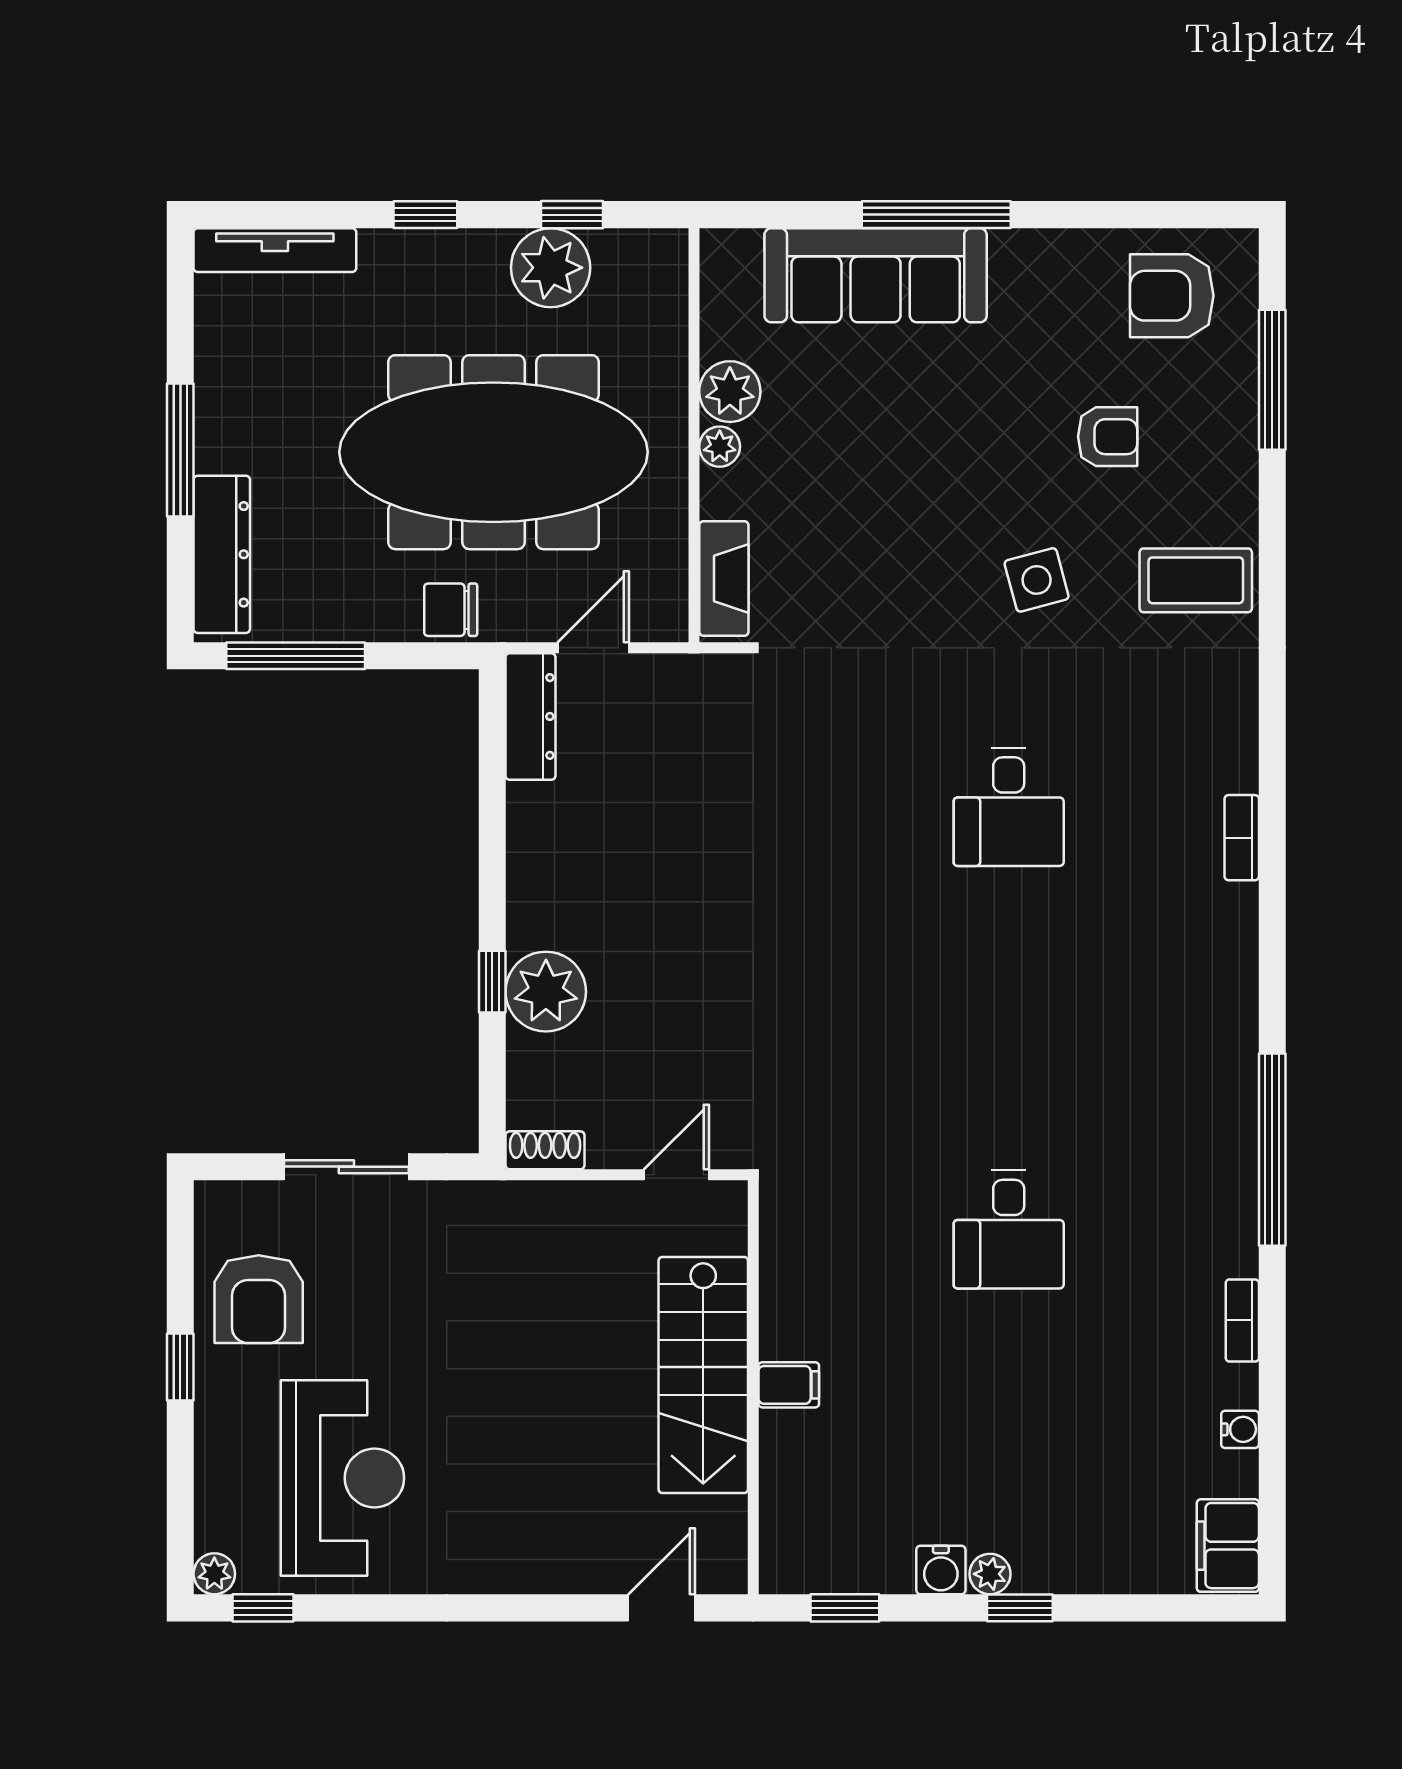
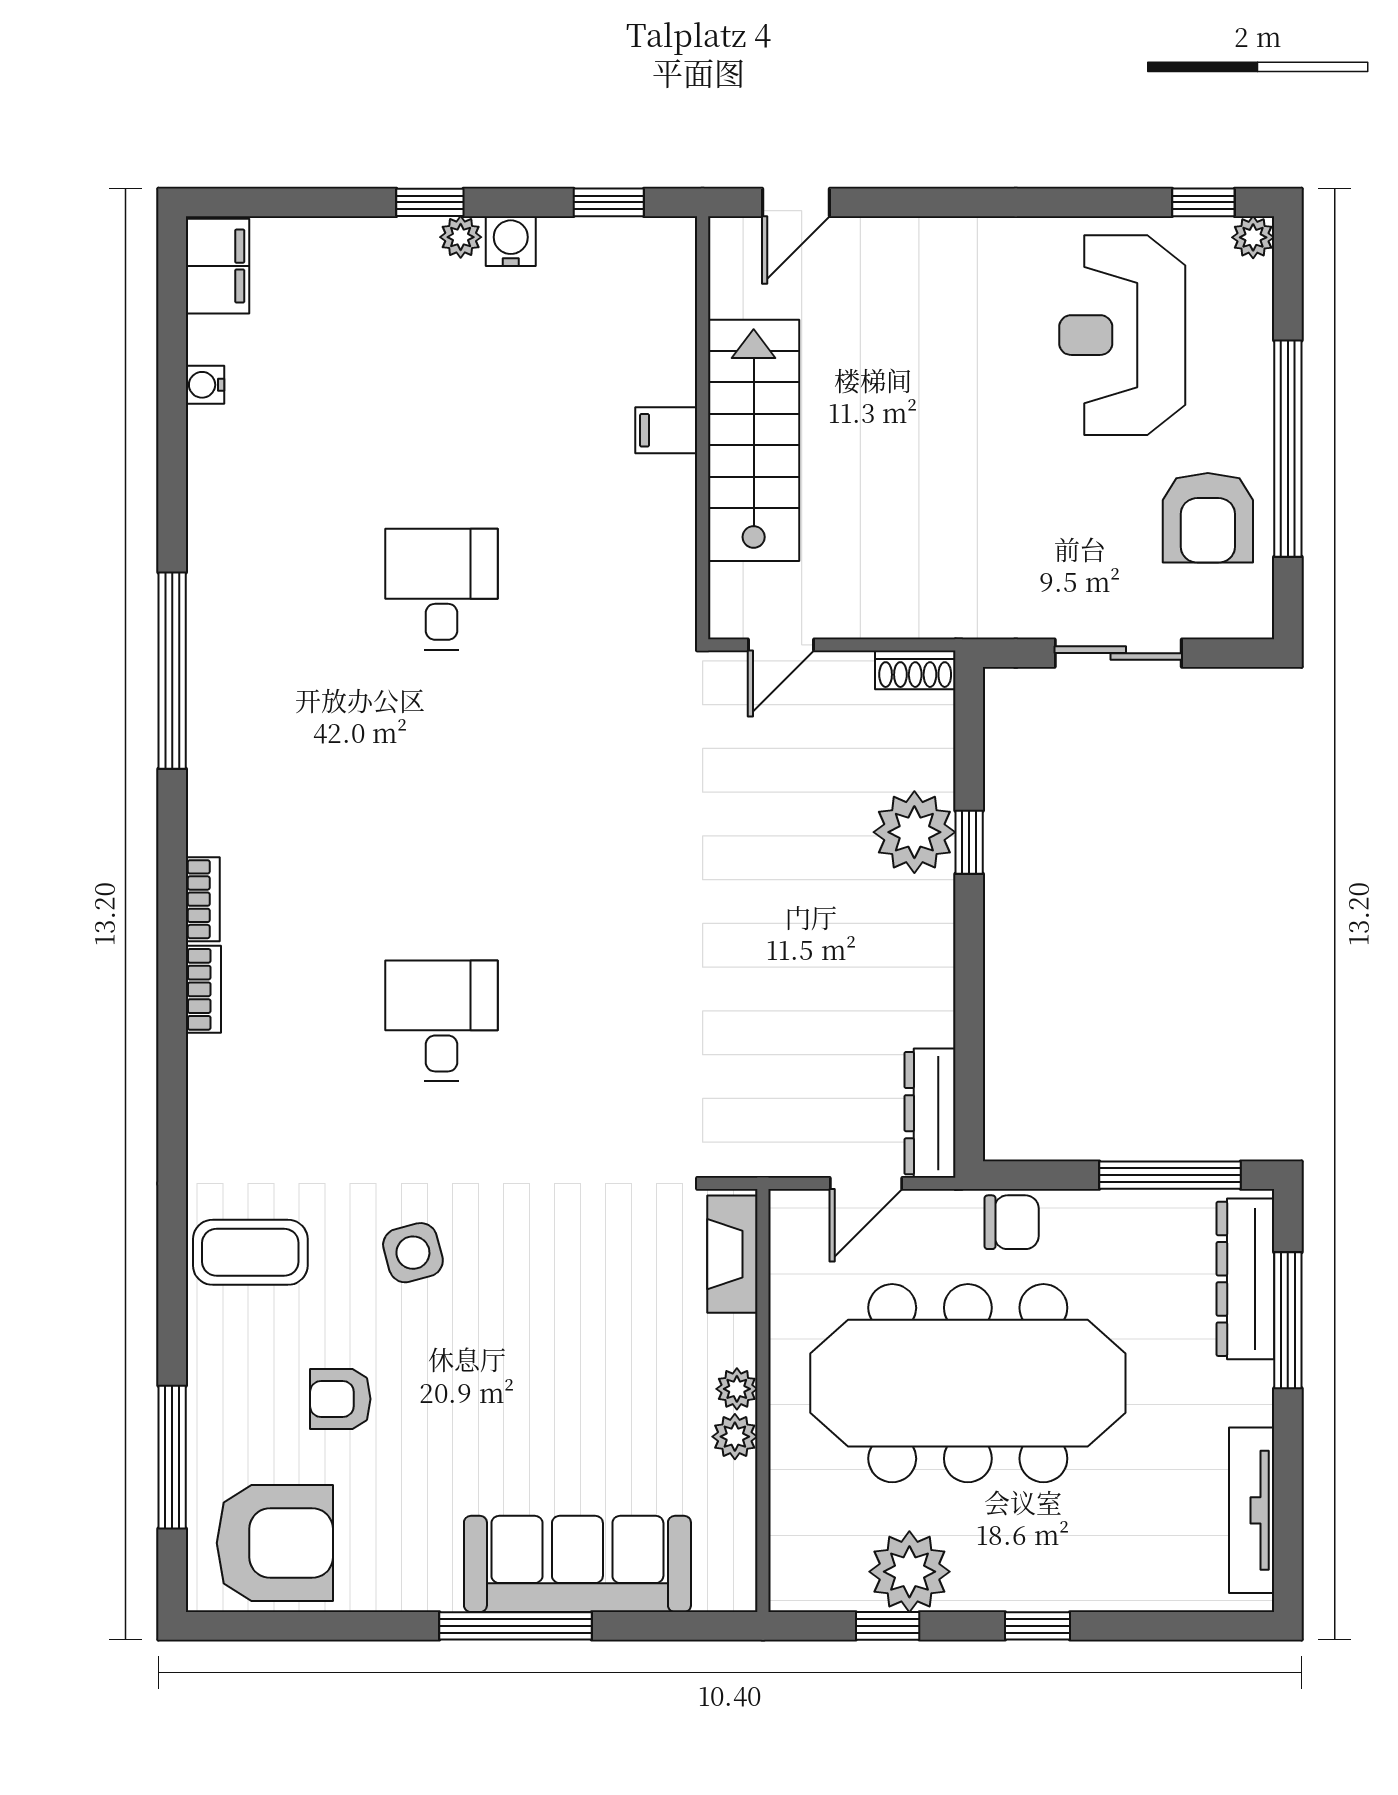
tv unit: (275, 250) -> (1252, 1510), moved, turned -90
armchair: (1172, 296) -> (275, 1543), width x1.36, depth x1.36
plant: (730, 392) -> (735, 1437), width x0.73, depth x0.73
window: (180, 450) -> (1288, 1320), moved
armchair: (259, 1299) -> (1208, 518), turned 180
bookcase: (1242, 1320) -> (203, 899), moved
window: (180, 1367) -> (1288, 449), width x3.17

